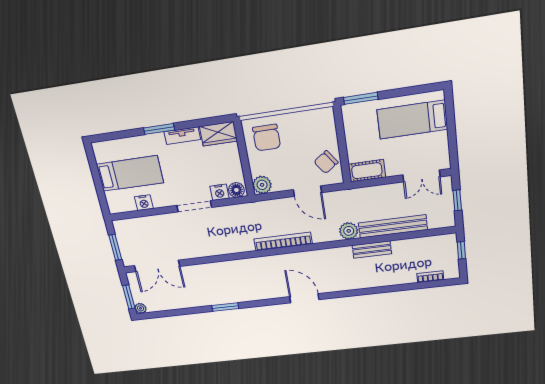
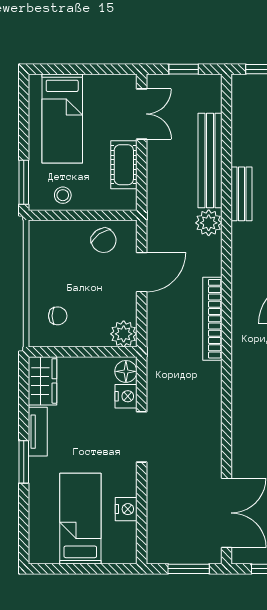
stool: (355, 128) -> (63, 195), added
chair: (267, 138) -> (58, 316), width x0.54, depth x0.54
cot: (367, 171) -> (124, 165), moved

